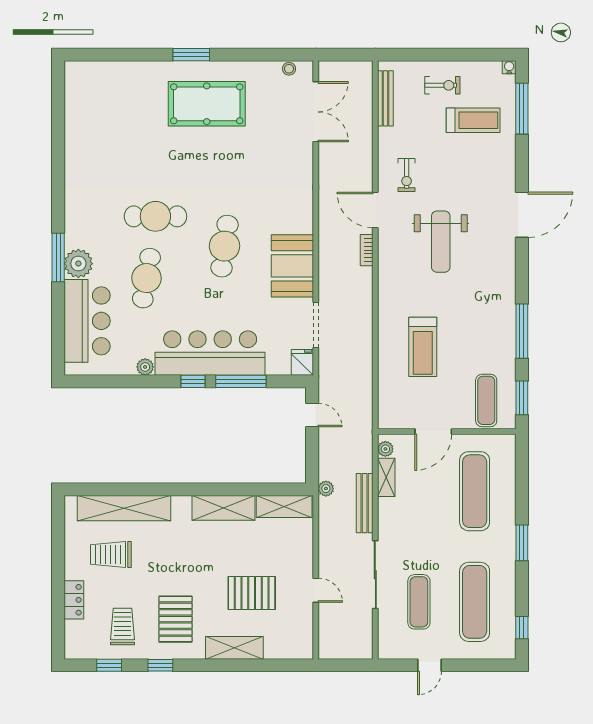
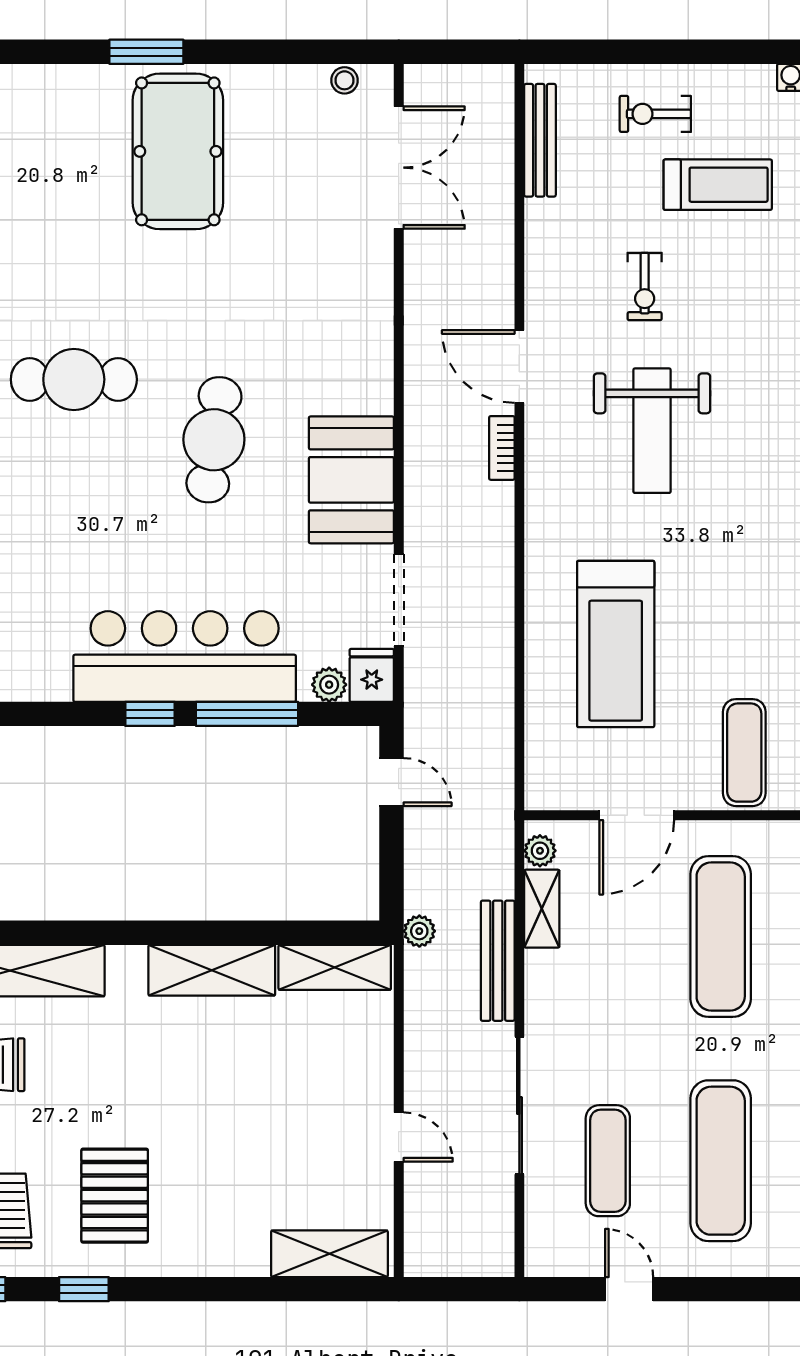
exercise bike: (442, 85) -> (655, 114), turned 180
pool table: (207, 104) -> (178, 151), turned 90
exercise bike: (407, 175) -> (645, 287), moved
cafe table: (146, 278) -> (56, 505), removed
treadmill: (423, 347) -> (616, 644), width x1.37, depth x1.38
plant: (145, 367) -> (329, 685), moved
pallet: (252, 593) -> (269, 1143), removed
shelving: (234, 648) -> (329, 1254), moved
door: (429, 665) -> (629, 1289), swing flipped

